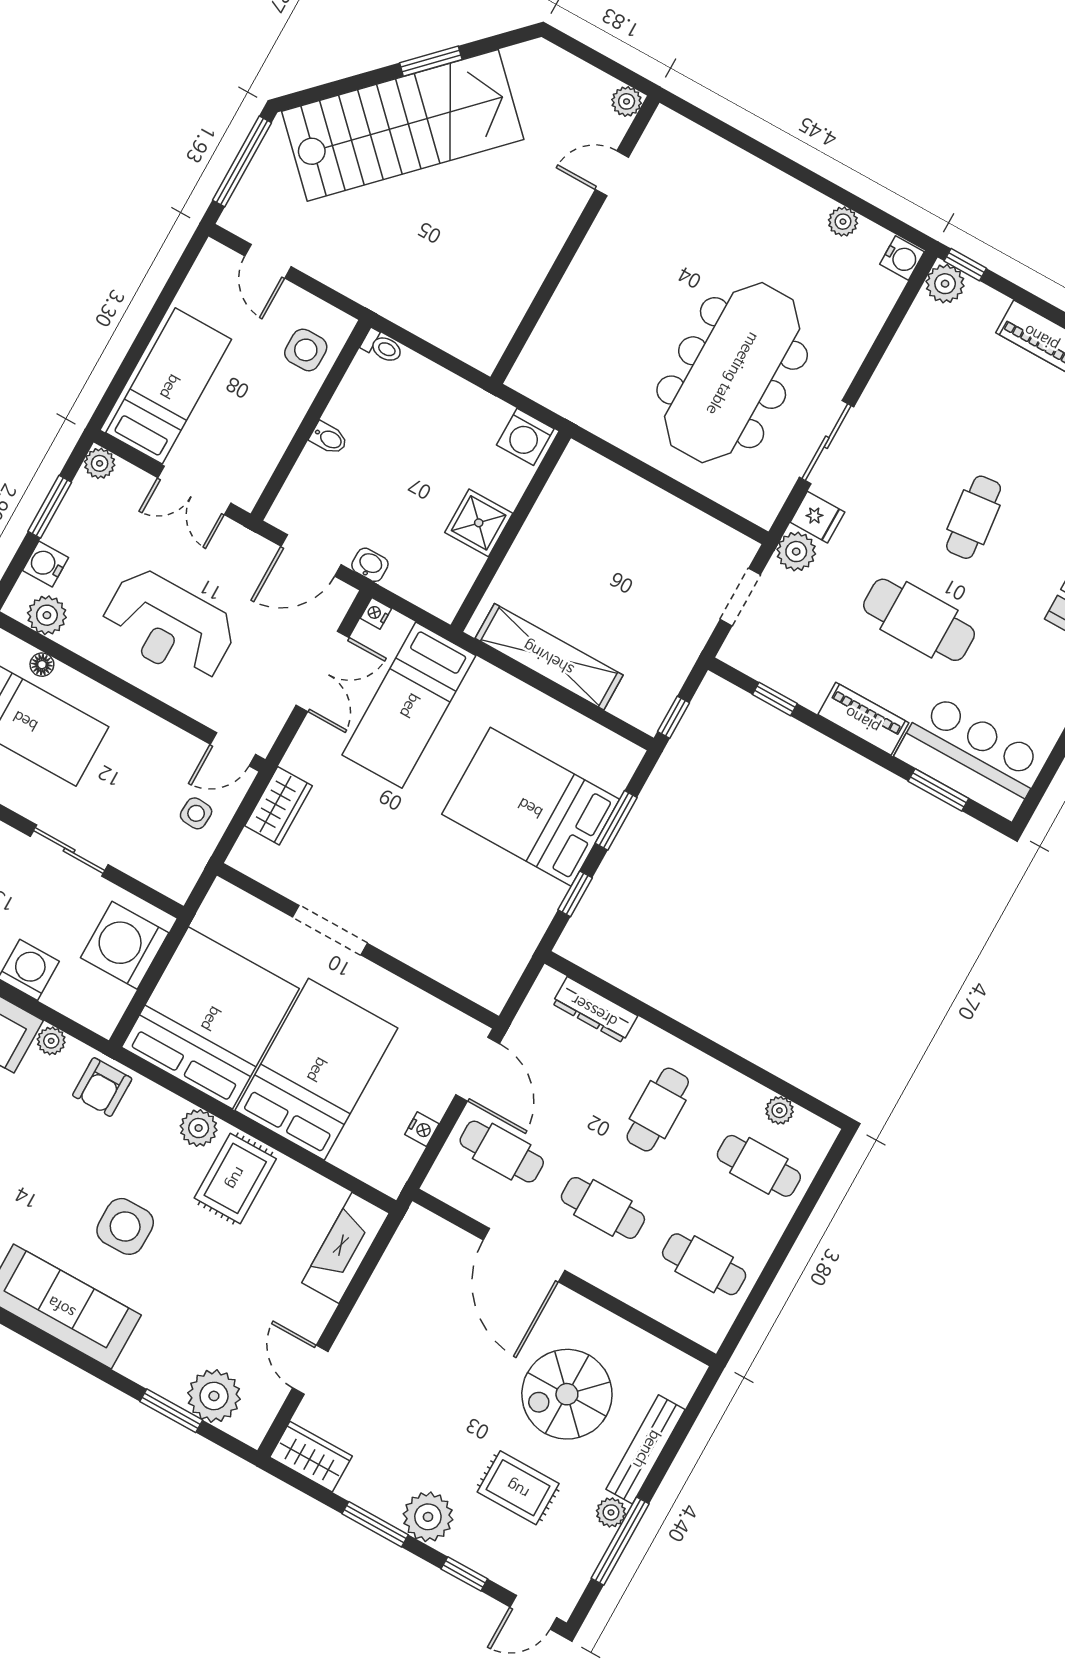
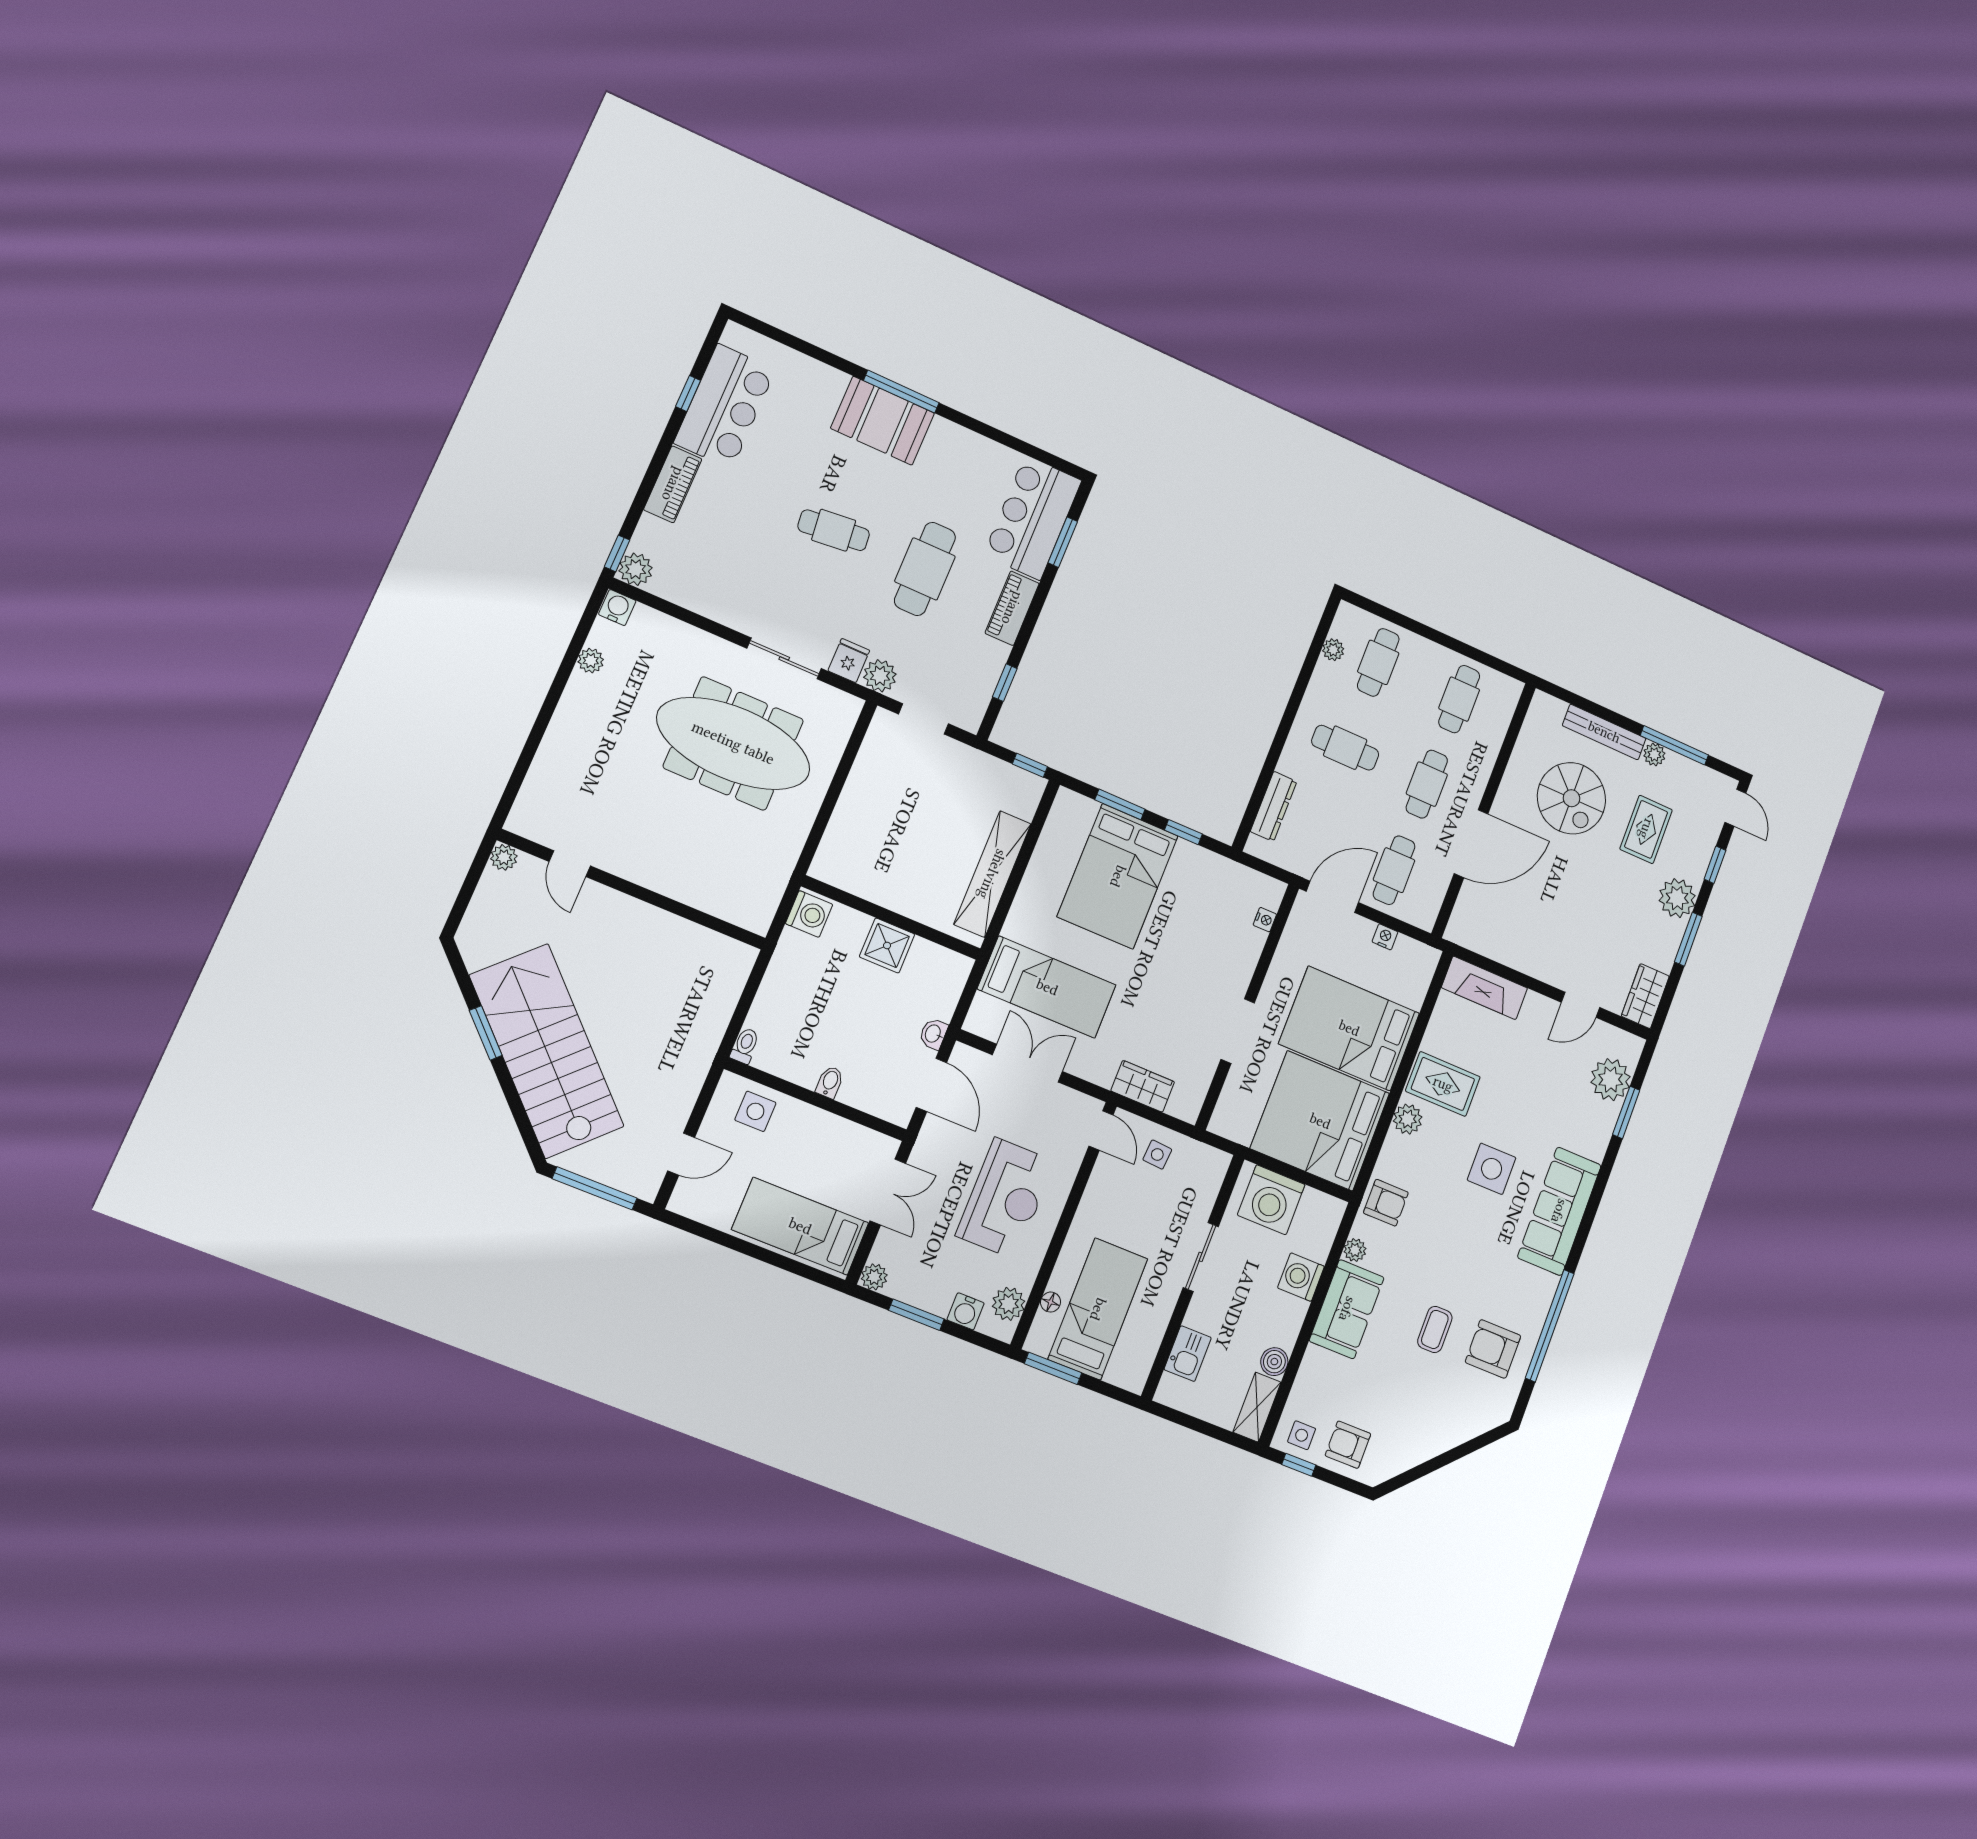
nightstand: (376, 613) -> (1265, 920), moved, turned -90

